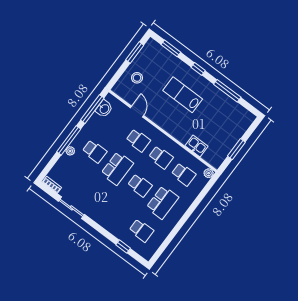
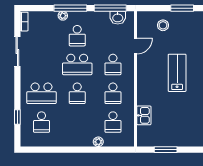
plant: (209, 173) -> (98, 142), moved
school desk: (162, 202) -> (41, 93), moved

